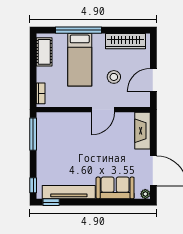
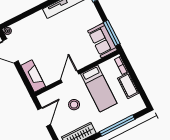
cot: (44, 52) -> (128, 86), moved
bed: (80, 60) -> (99, 88), moved, turned 180
sofa: (115, 188) -> (102, 40), moved, turned 90

